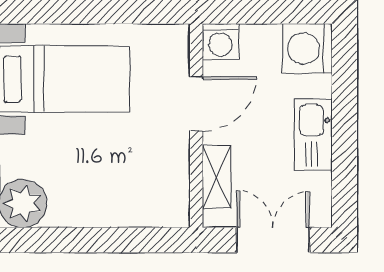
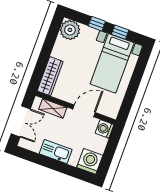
door: (196, 104) -> (84, 111), swing flipped
wardrobe: (145, 210) -> (50, 76), added

